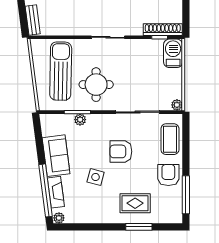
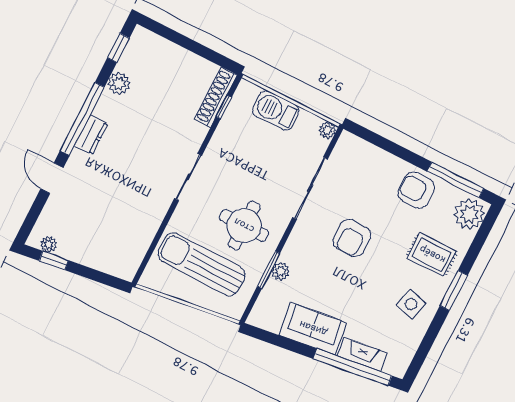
bench: (33, 20) -> (113, 267), removed
barbecue: (173, 53) -> (276, 110), moved
coffee table: (170, 139) -> (369, 163), removed
side table: (96, 177) -> (411, 304), moved
rug: (135, 203) -> (432, 255), turned 90
plant: (59, 218) -> (469, 214), moved, width x1.88, depth x1.88
window: (139, 227) -> (454, 291), moved

